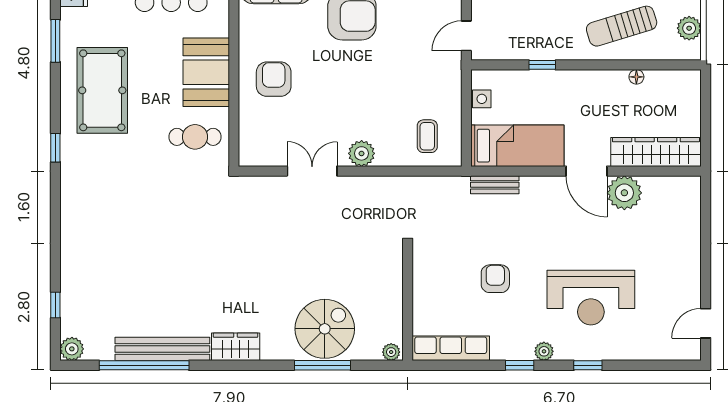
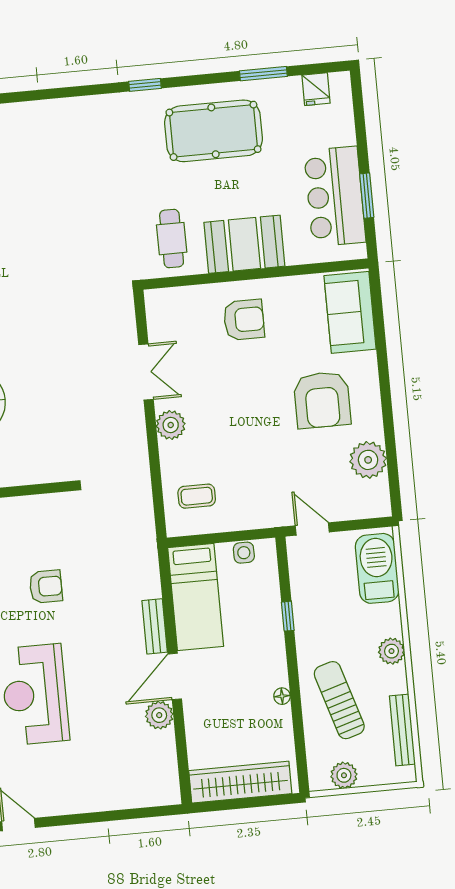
floor lamp: (636, 77) -> (282, 696), moved
wardrobe: (656, 152) -> (240, 782), moved, turned -90
bench: (495, 185) -> (155, 626), moved
plant: (624, 193) -> (159, 715), width x0.73, depth x0.73

